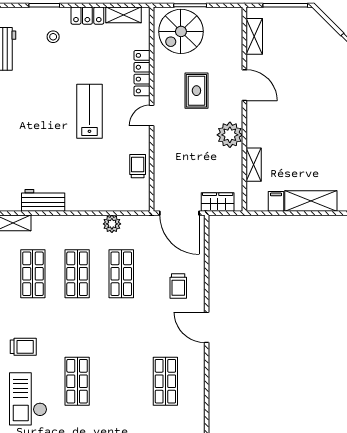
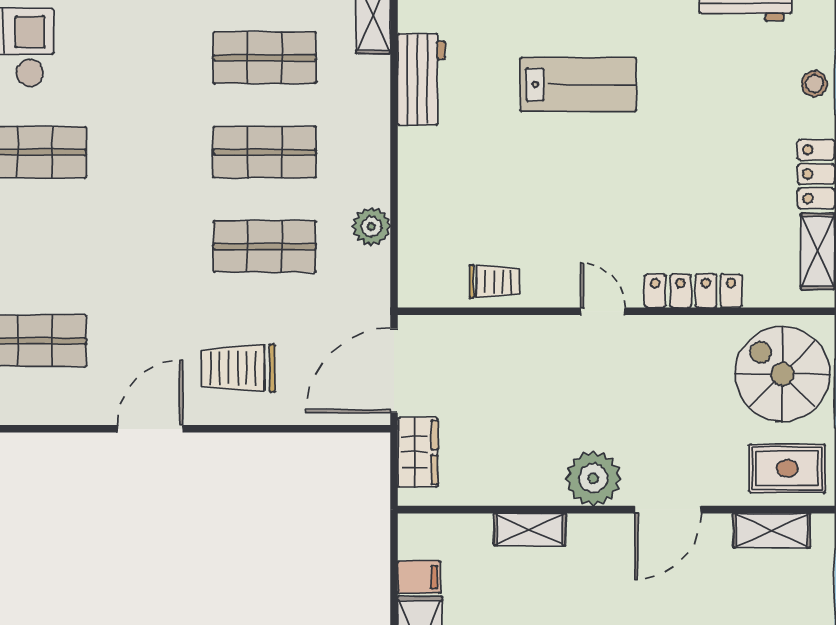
stool: (53, 37) -> (814, 84), moved
rug: (196, 91) -> (787, 468), moved
lab bench: (89, 111) -> (578, 85), moved
plant: (230, 135) -> (593, 478), moved
shelving: (254, 165) -> (530, 529), moved
trolley: (178, 286) -> (238, 368), width x1.36, depth x1.39
trolley: (23, 347) -> (109, 37), removed

